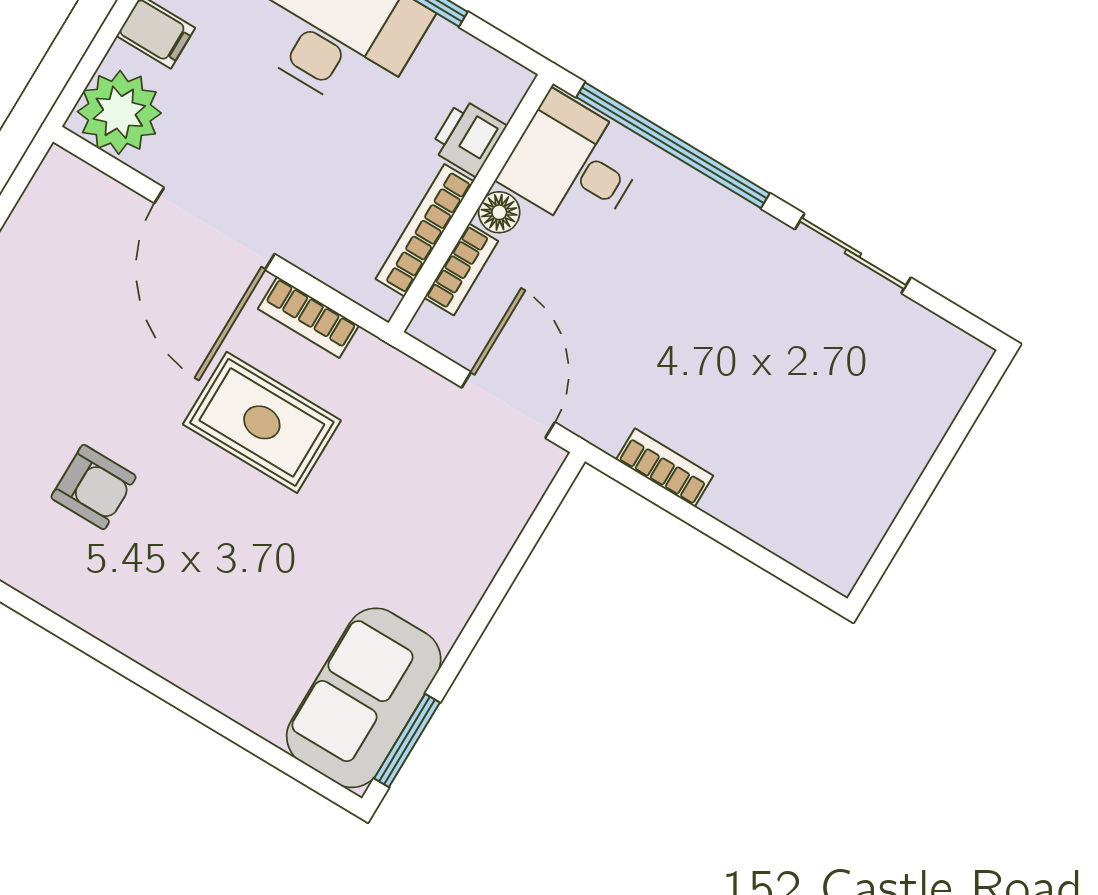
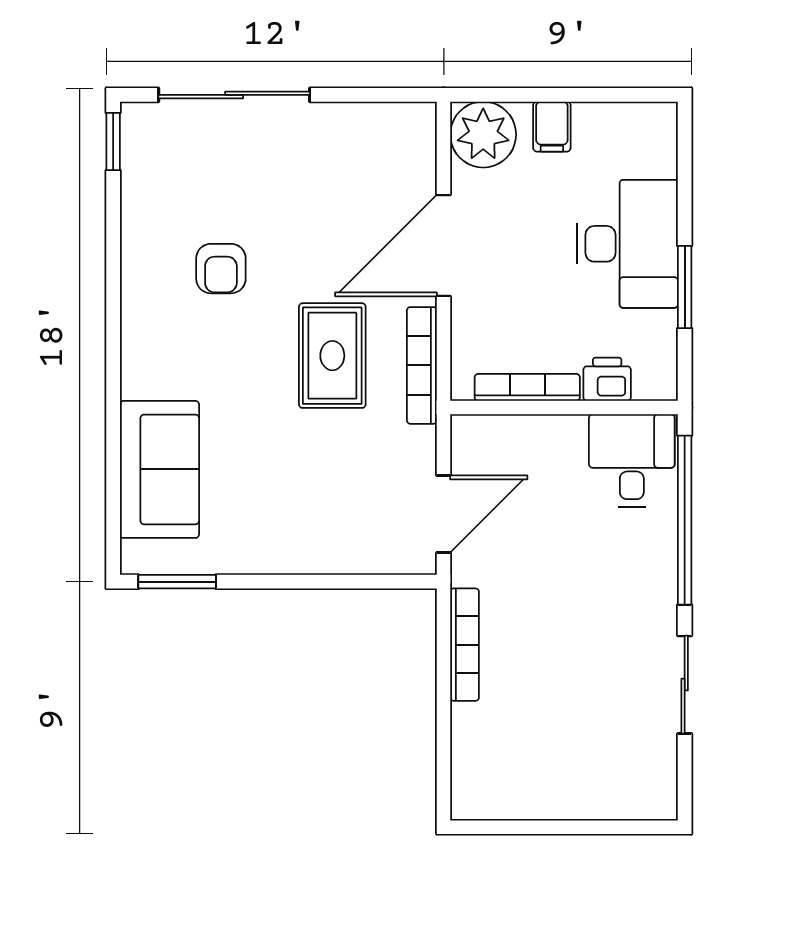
floor lamp: (499, 212) -> (569, 430), removed
bookcase: (461, 269) -> (516, 428), removed
bookcase: (308, 317) -> (422, 365), width x1.56
bookcase: (665, 468) -> (465, 645), width x1.56
sofa: (364, 698) -> (159, 469), moved, turned 90

